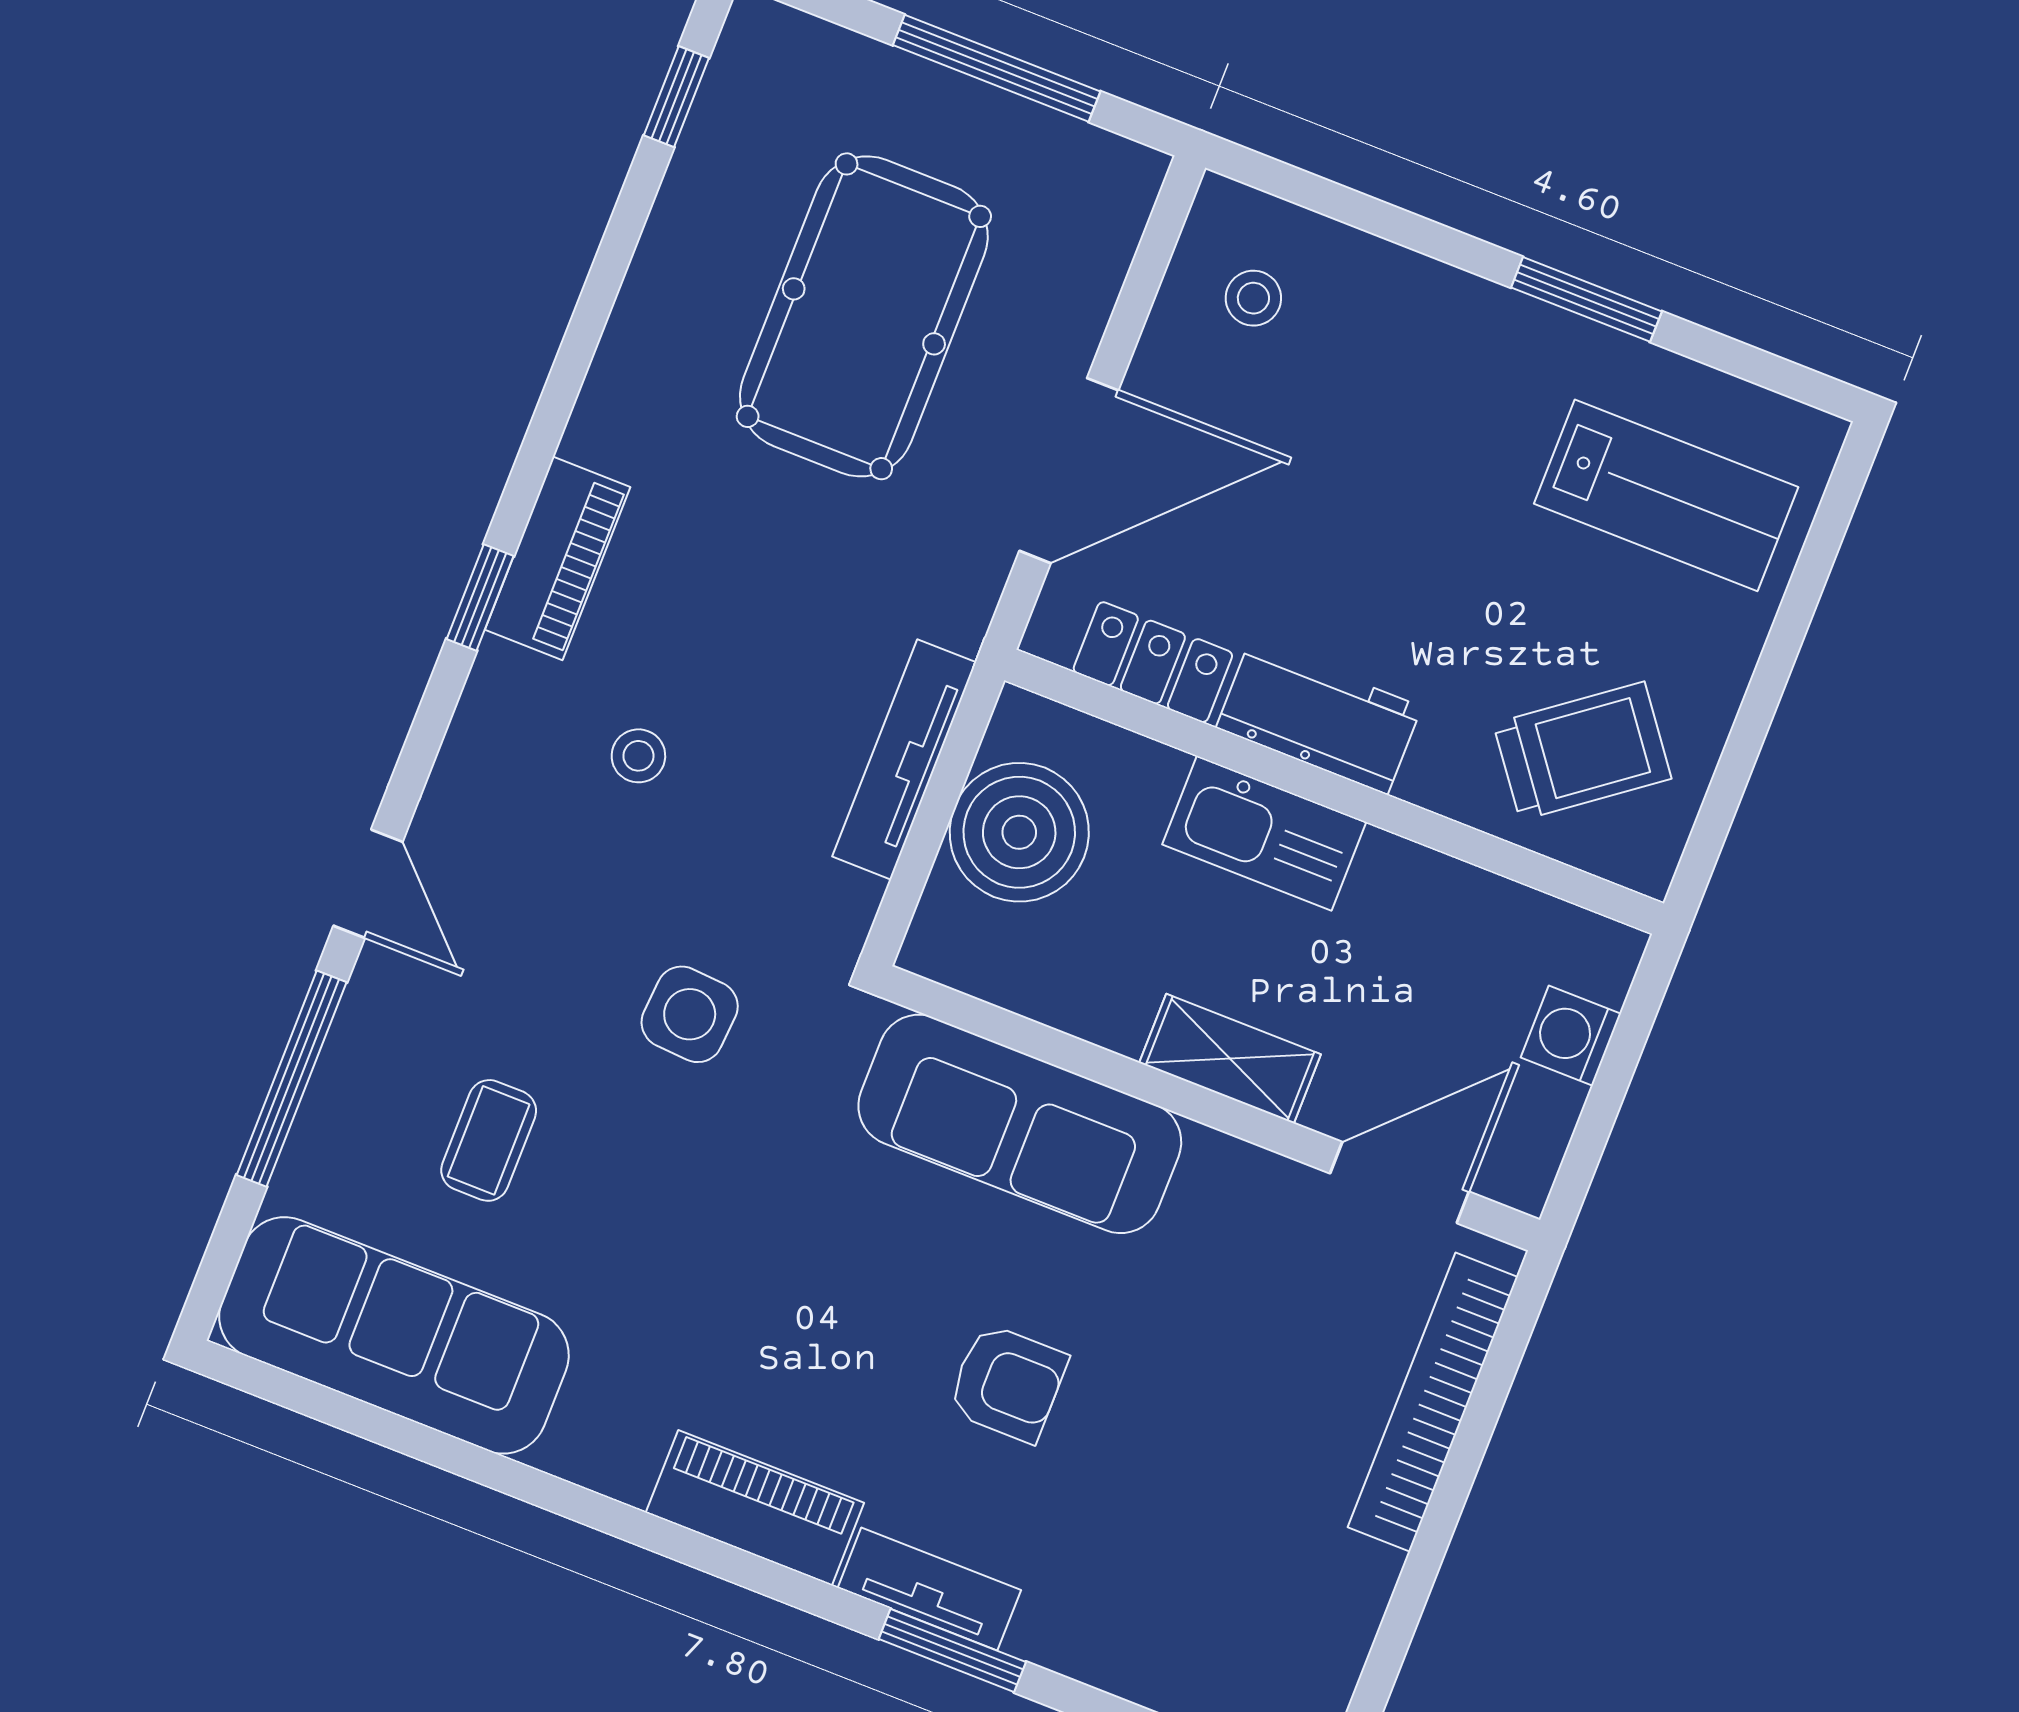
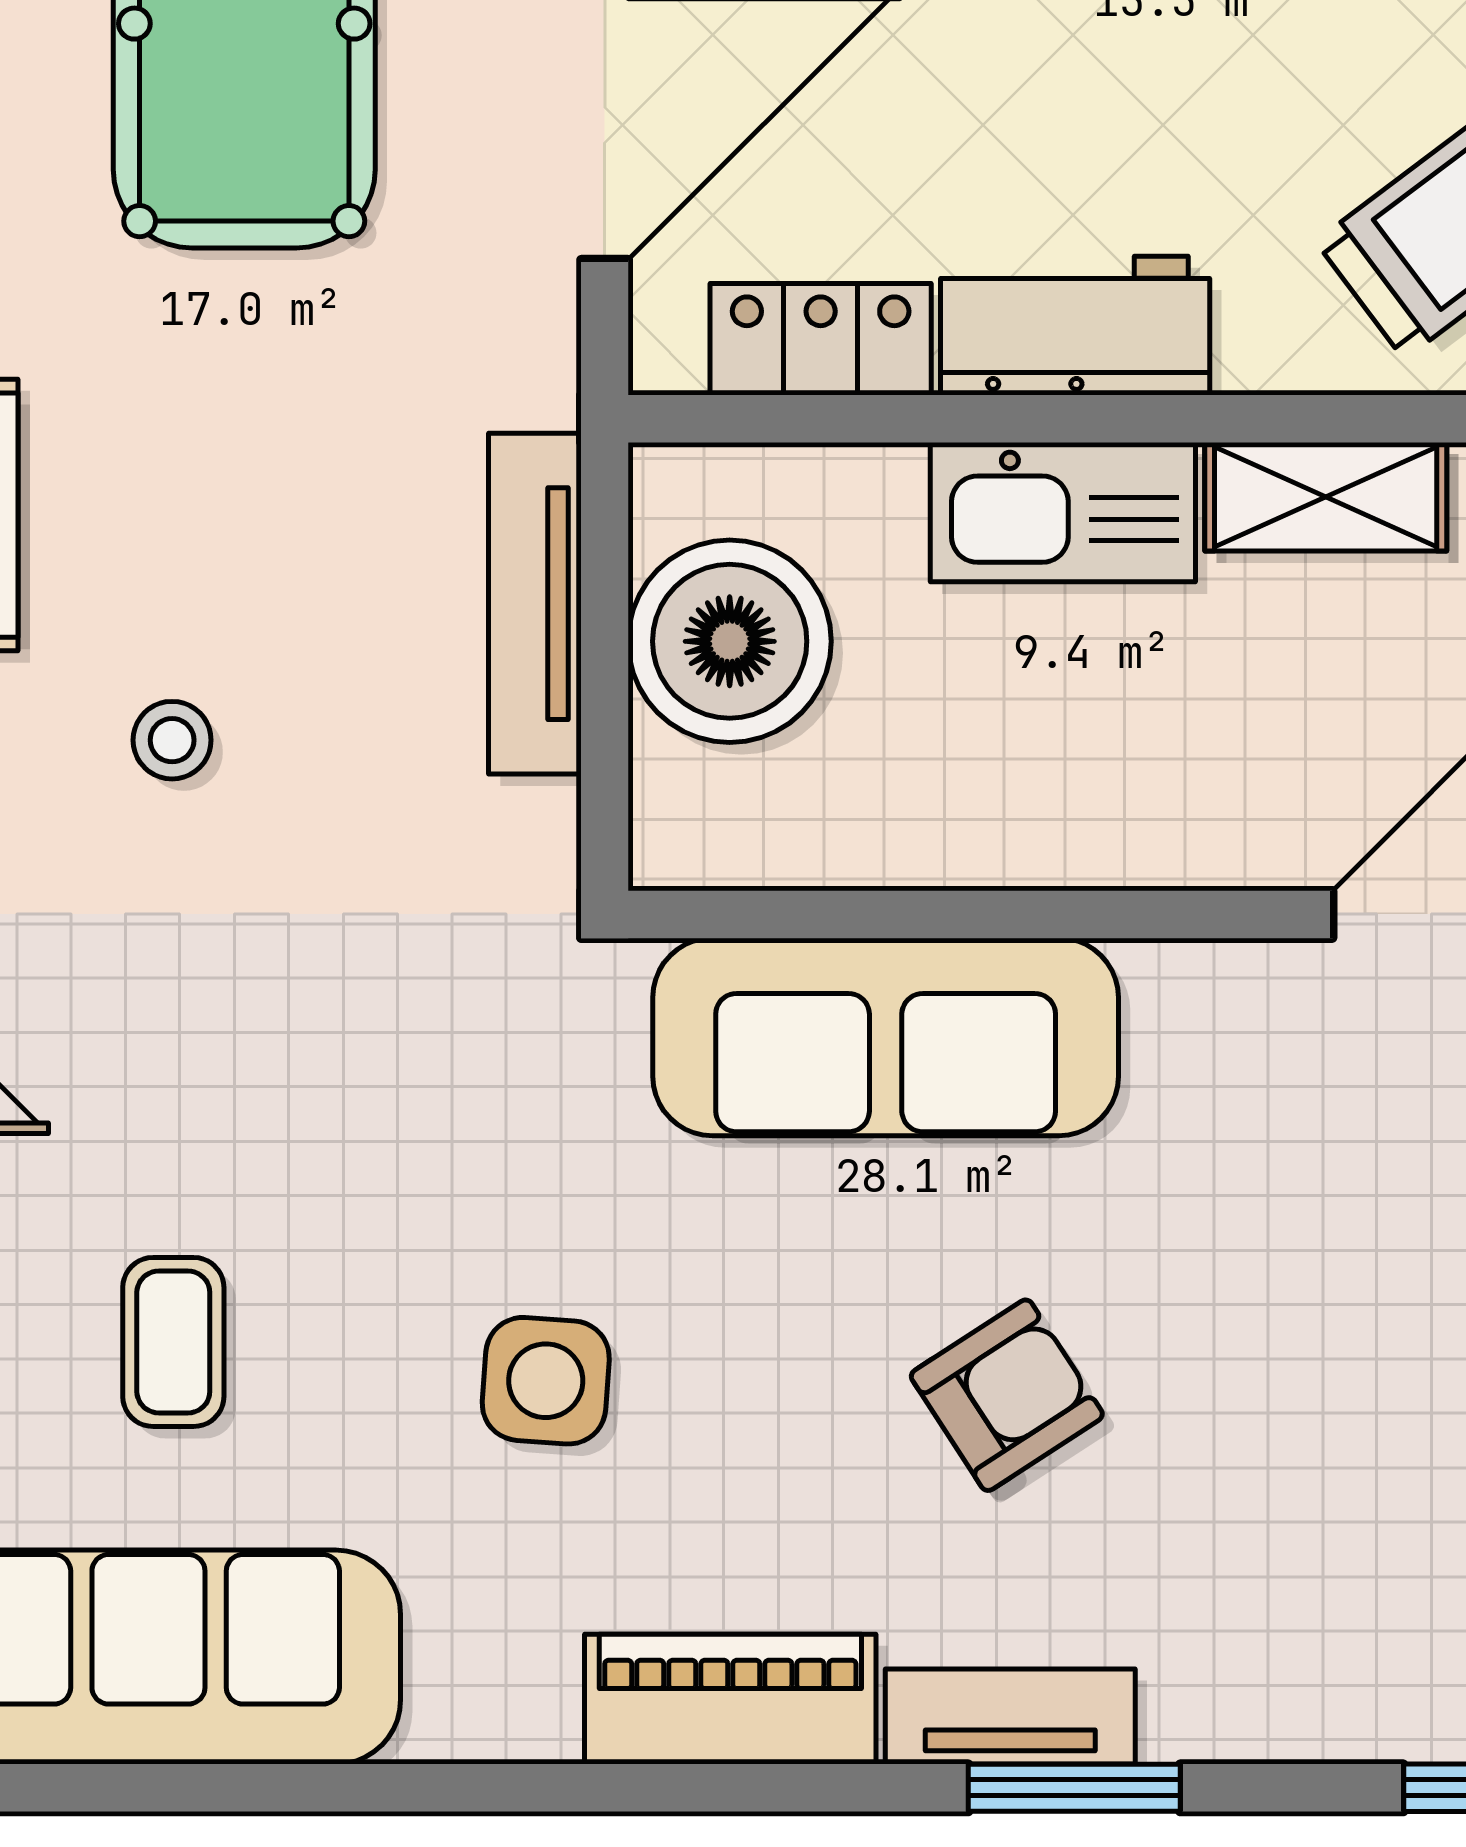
side table: (690, 1014) -> (546, 1381), moved
shelving: (1230, 1059) -> (1326, 497), moved
armchair: (1008, 1383) -> (1007, 1395), turned -33

